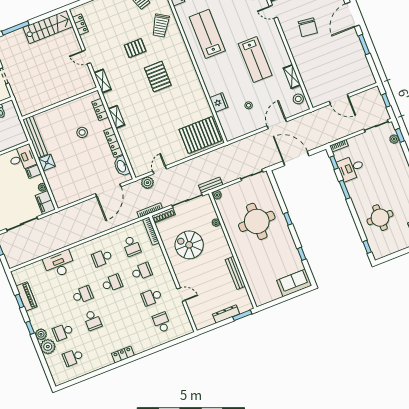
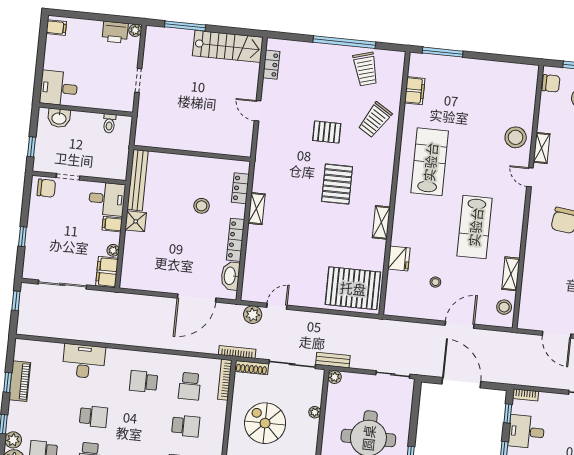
shelving: (103, 81) -> (381, 222), moved
school desk: (112, 283) -> (140, 421), removed

